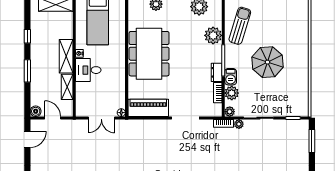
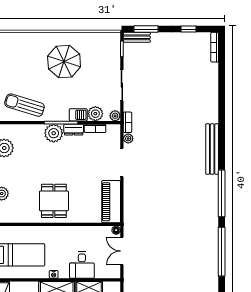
plant: (213, 35) -> (54, 133), moved
dining table: (149, 54) -> (54, 201), width x0.53, depth x0.80
parasol: (267, 62) -> (64, 62), moved
desk: (88, 70) -> (82, 265), moved
double door: (101, 118) -> (122, 251), swing flipped
plant: (239, 124) -> (128, 138), moved
bench: (304, 132) -> (137, 37), added

